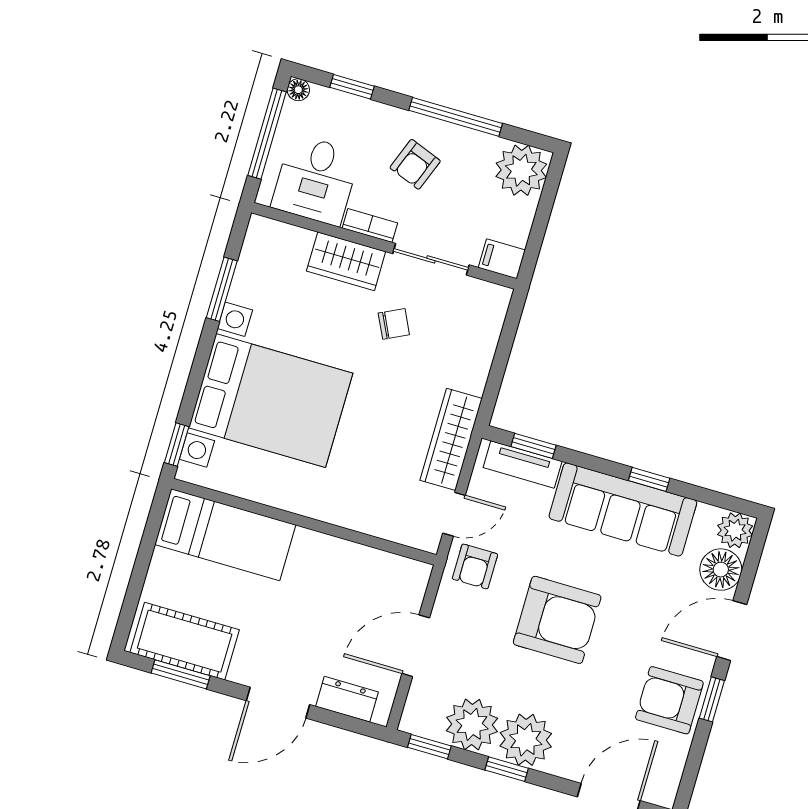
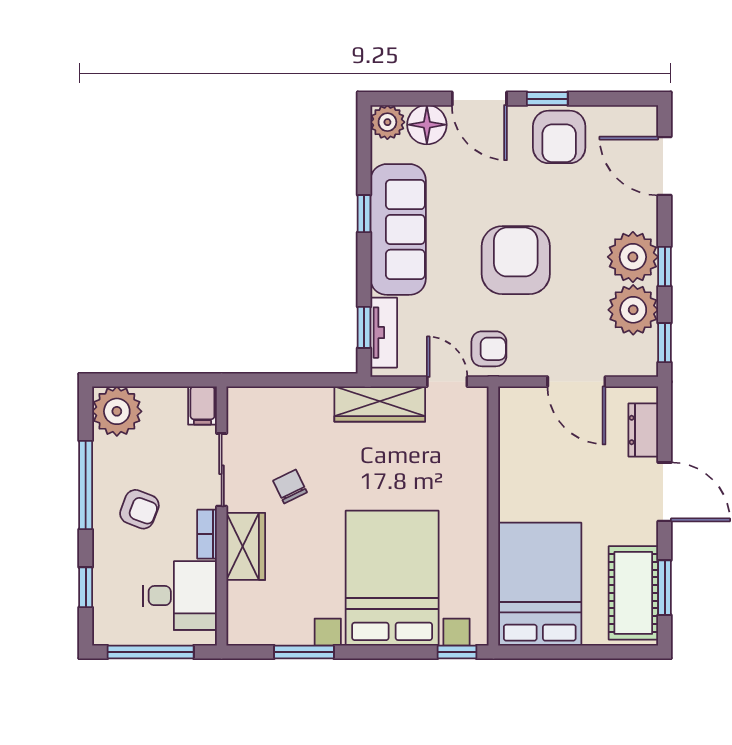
floor lamp: (298, 90) -> (103, 635), removed
bed: (225, 535) -> (540, 584), width x1.50

